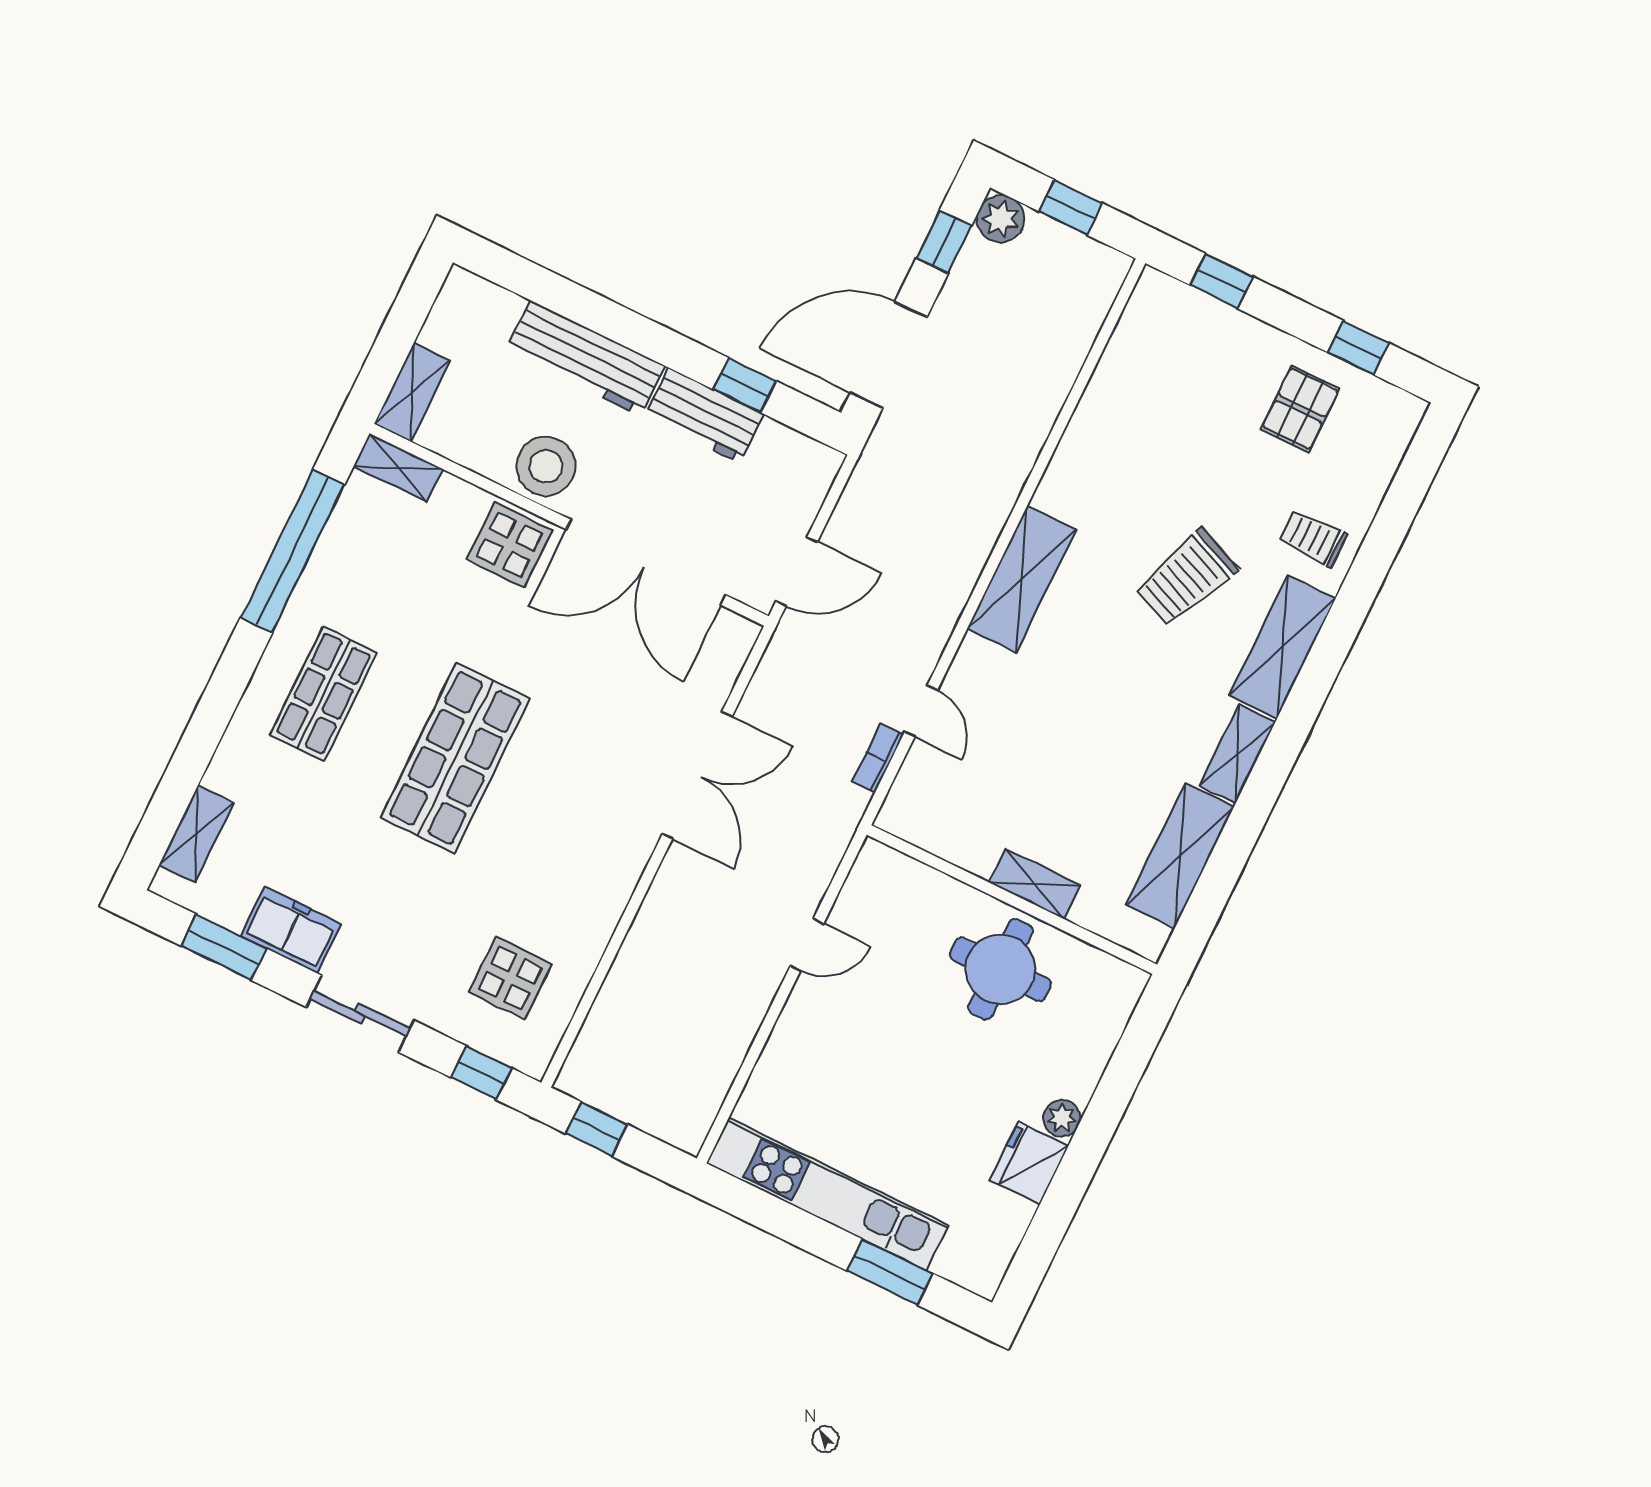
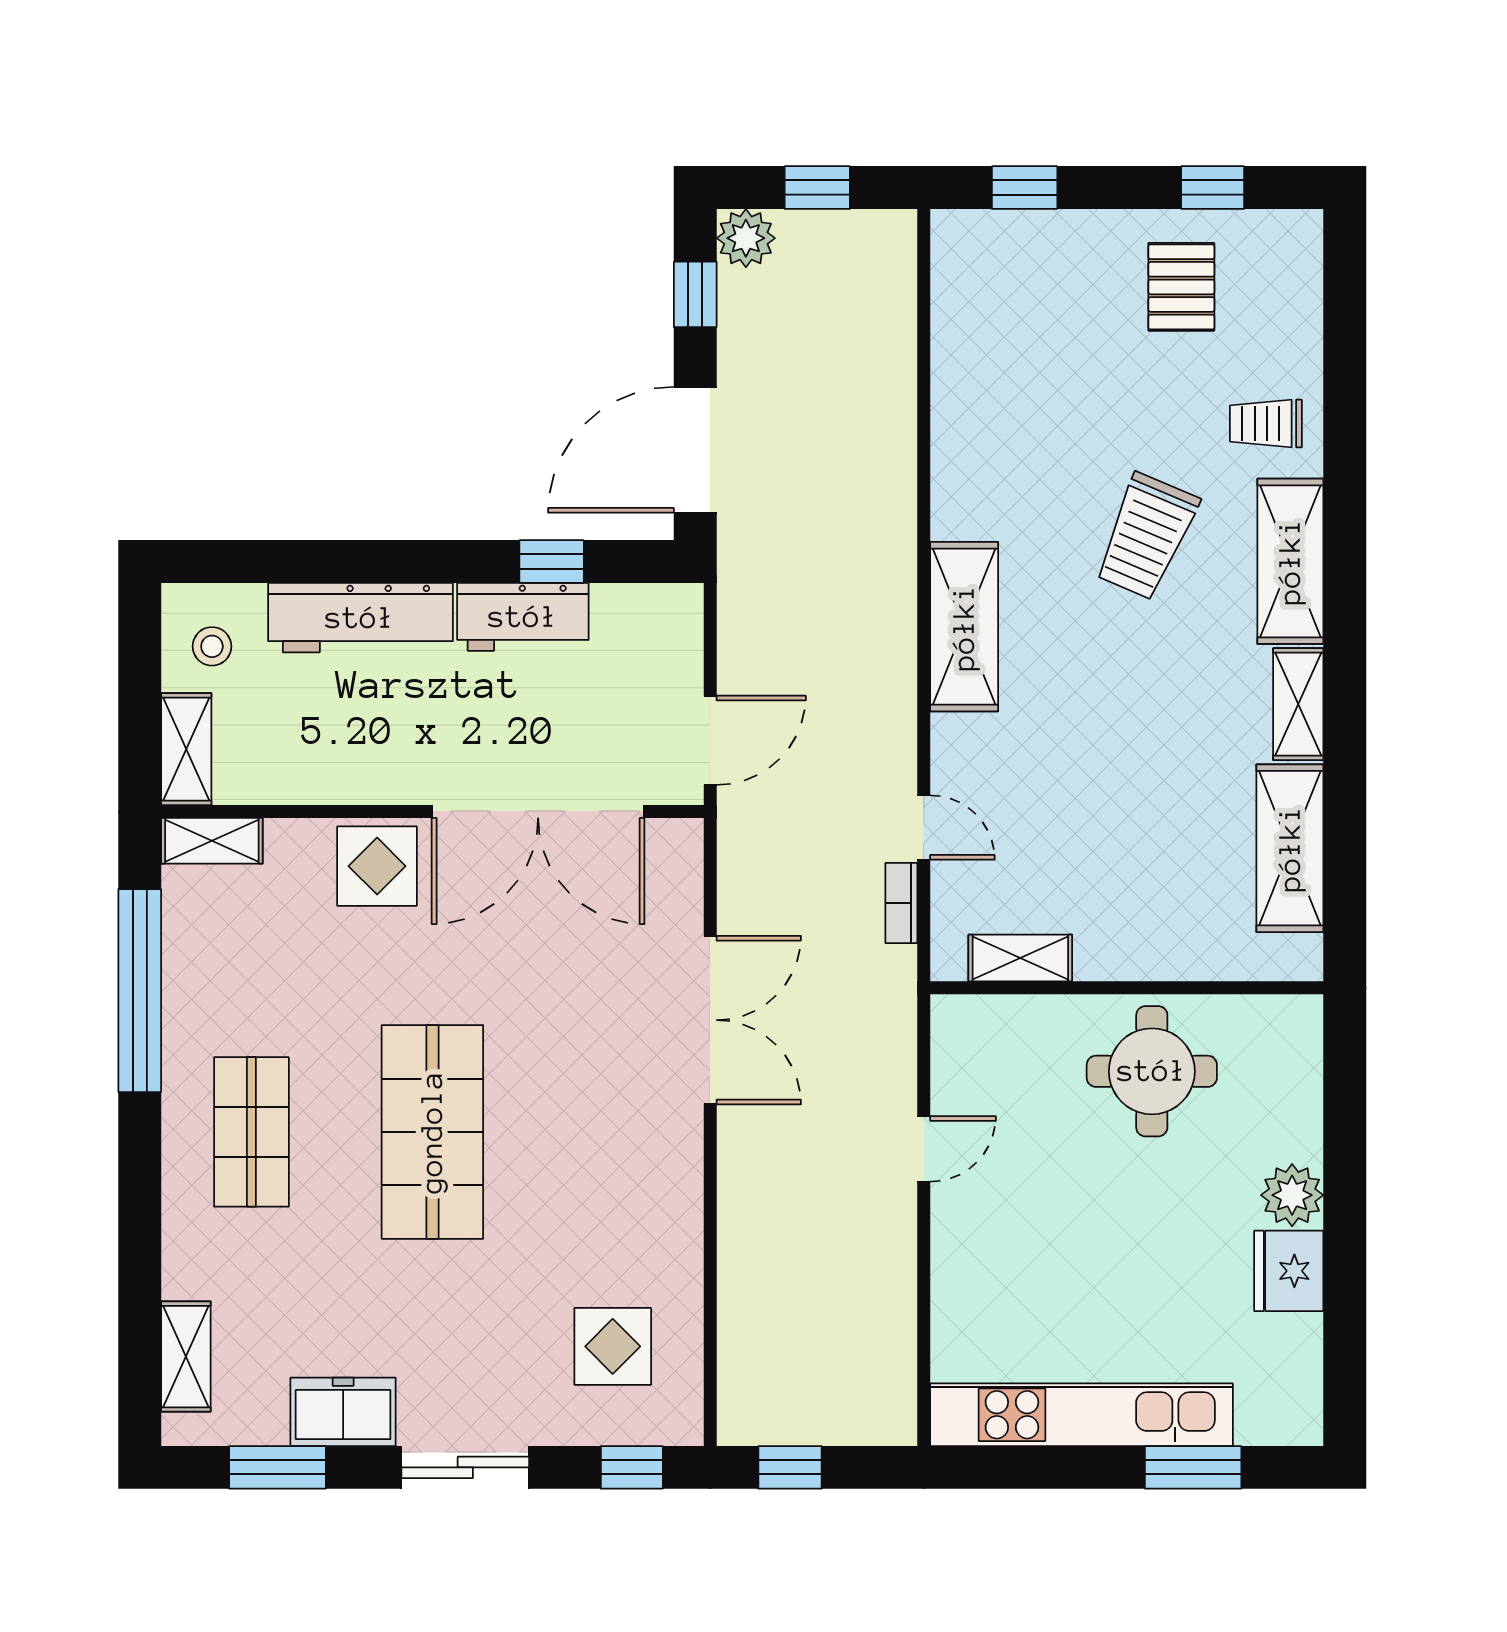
stool: (546, 466) -> (212, 646), moved, width x0.53, depth x0.53
shelving: (1035, 884) -> (1020, 958), moved
plant: (1062, 1118) -> (1292, 1195), width x1.38, depth x1.38

